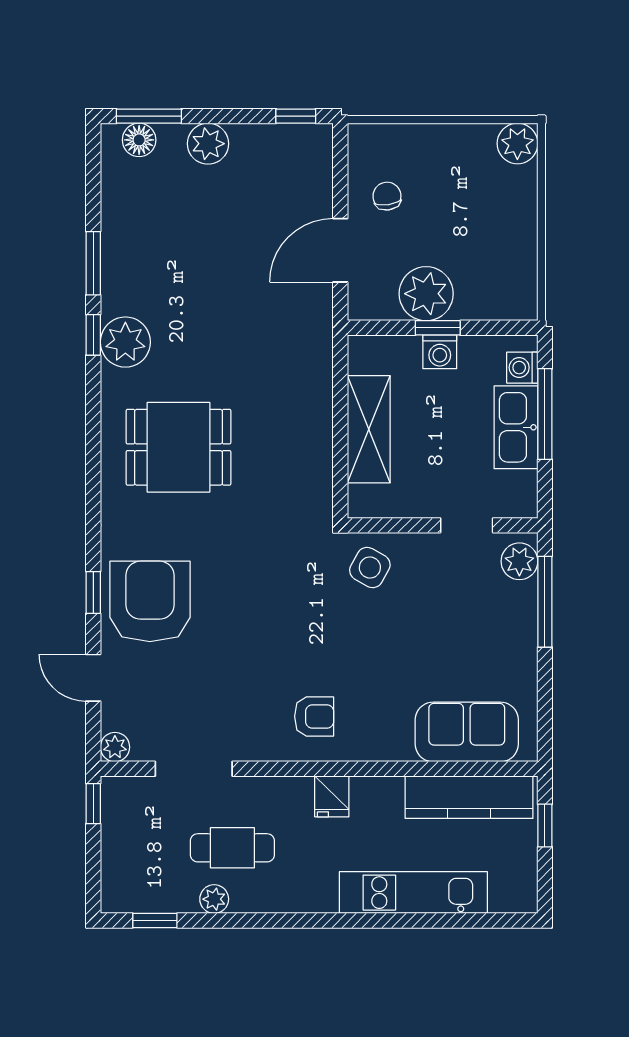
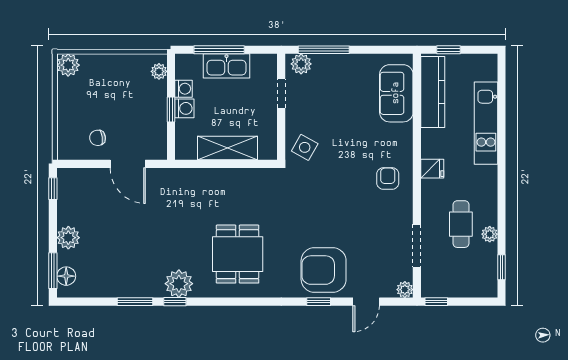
plant: (426, 294) -> (159, 71), moved, width x0.53, depth x0.53
washing machine: (522, 368) -> (184, 89), moved, turned -90

